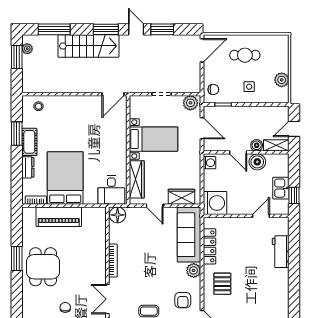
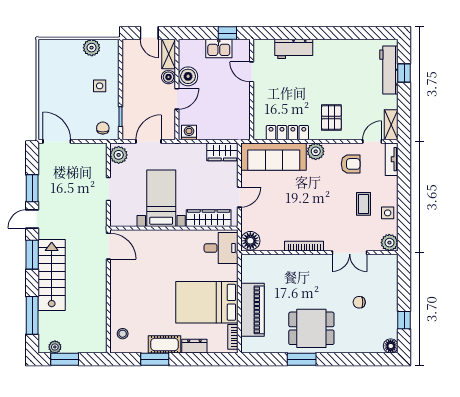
cafe table: (245, 55) -> (62, 91), removed
wardrobe: (181, 197) -> (222, 152), moved, turned -90
washing machine: (215, 203) -> (236, 126), removed
pallet: (222, 284) -> (331, 117), turned 90

